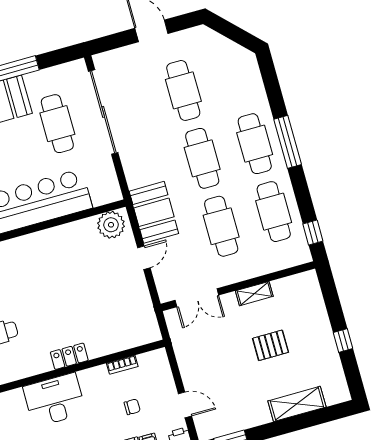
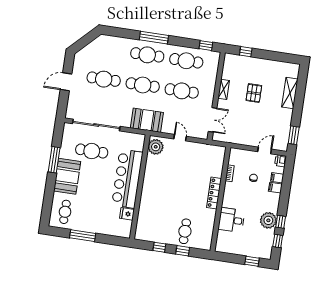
booth: (154, 212) -> (147, 120), moved
window: (343, 340) -> (246, 52), moved
locker: (69, 356) -> (214, 193), width x1.53
desk: (54, 400) -> (232, 220), width x0.73

